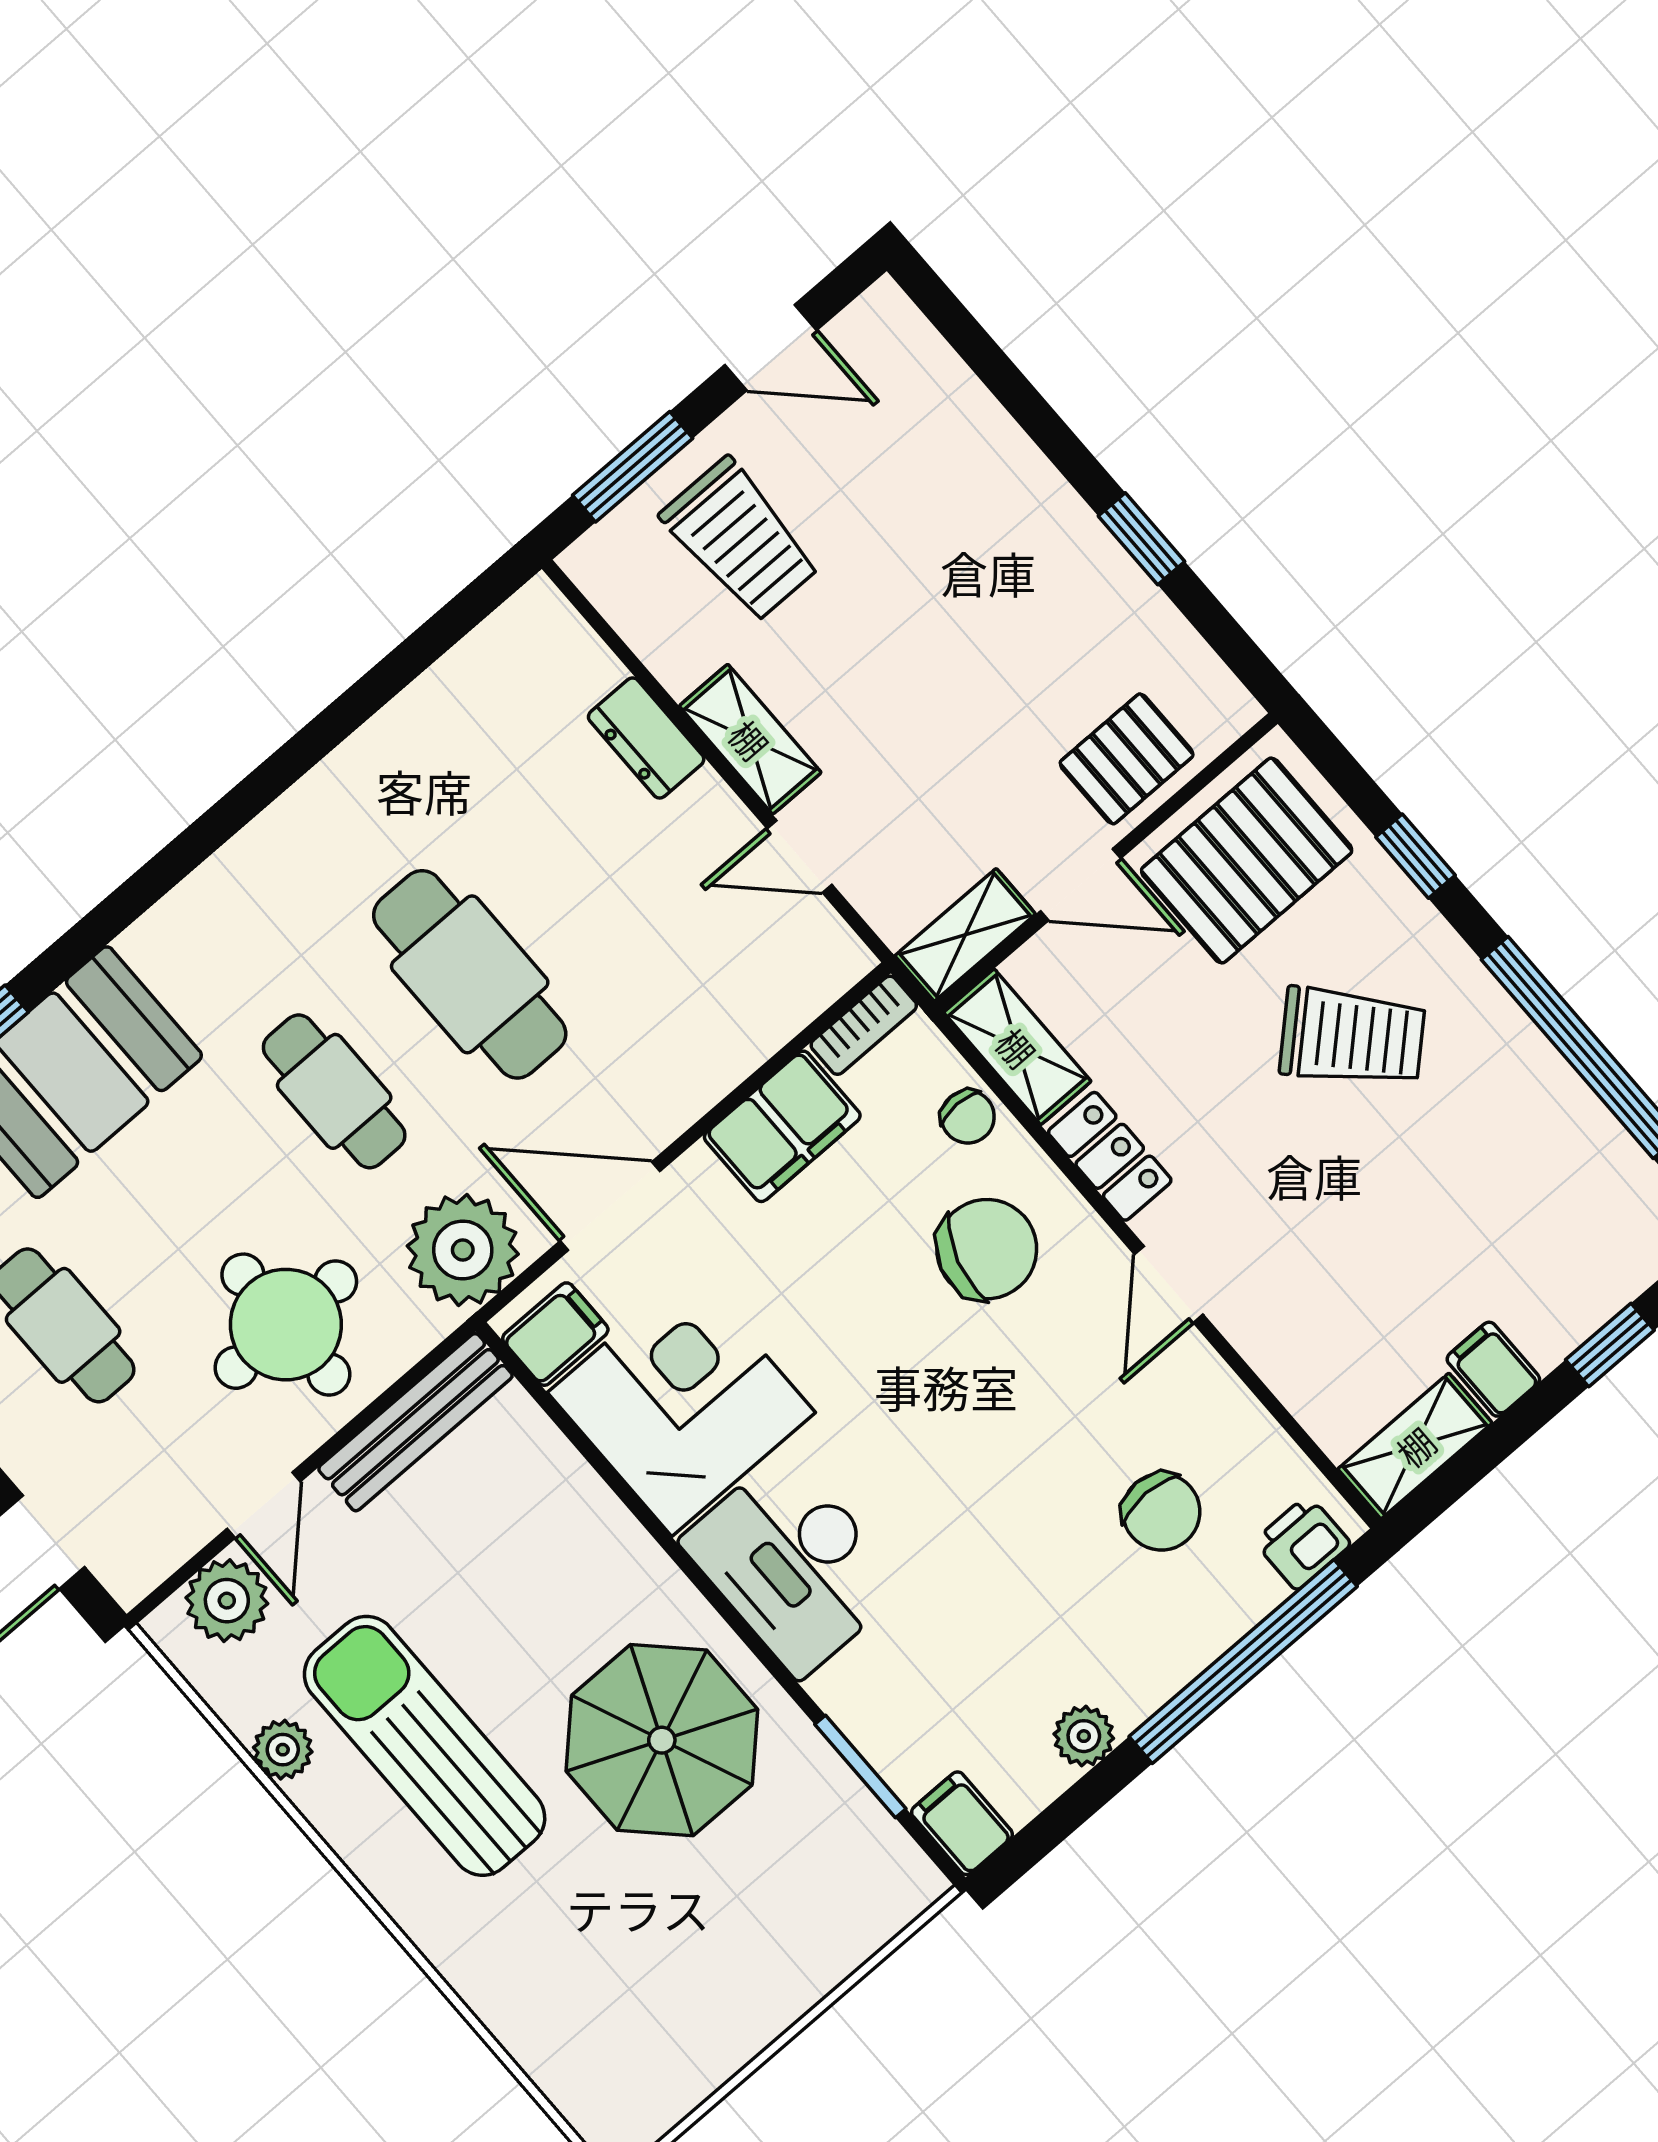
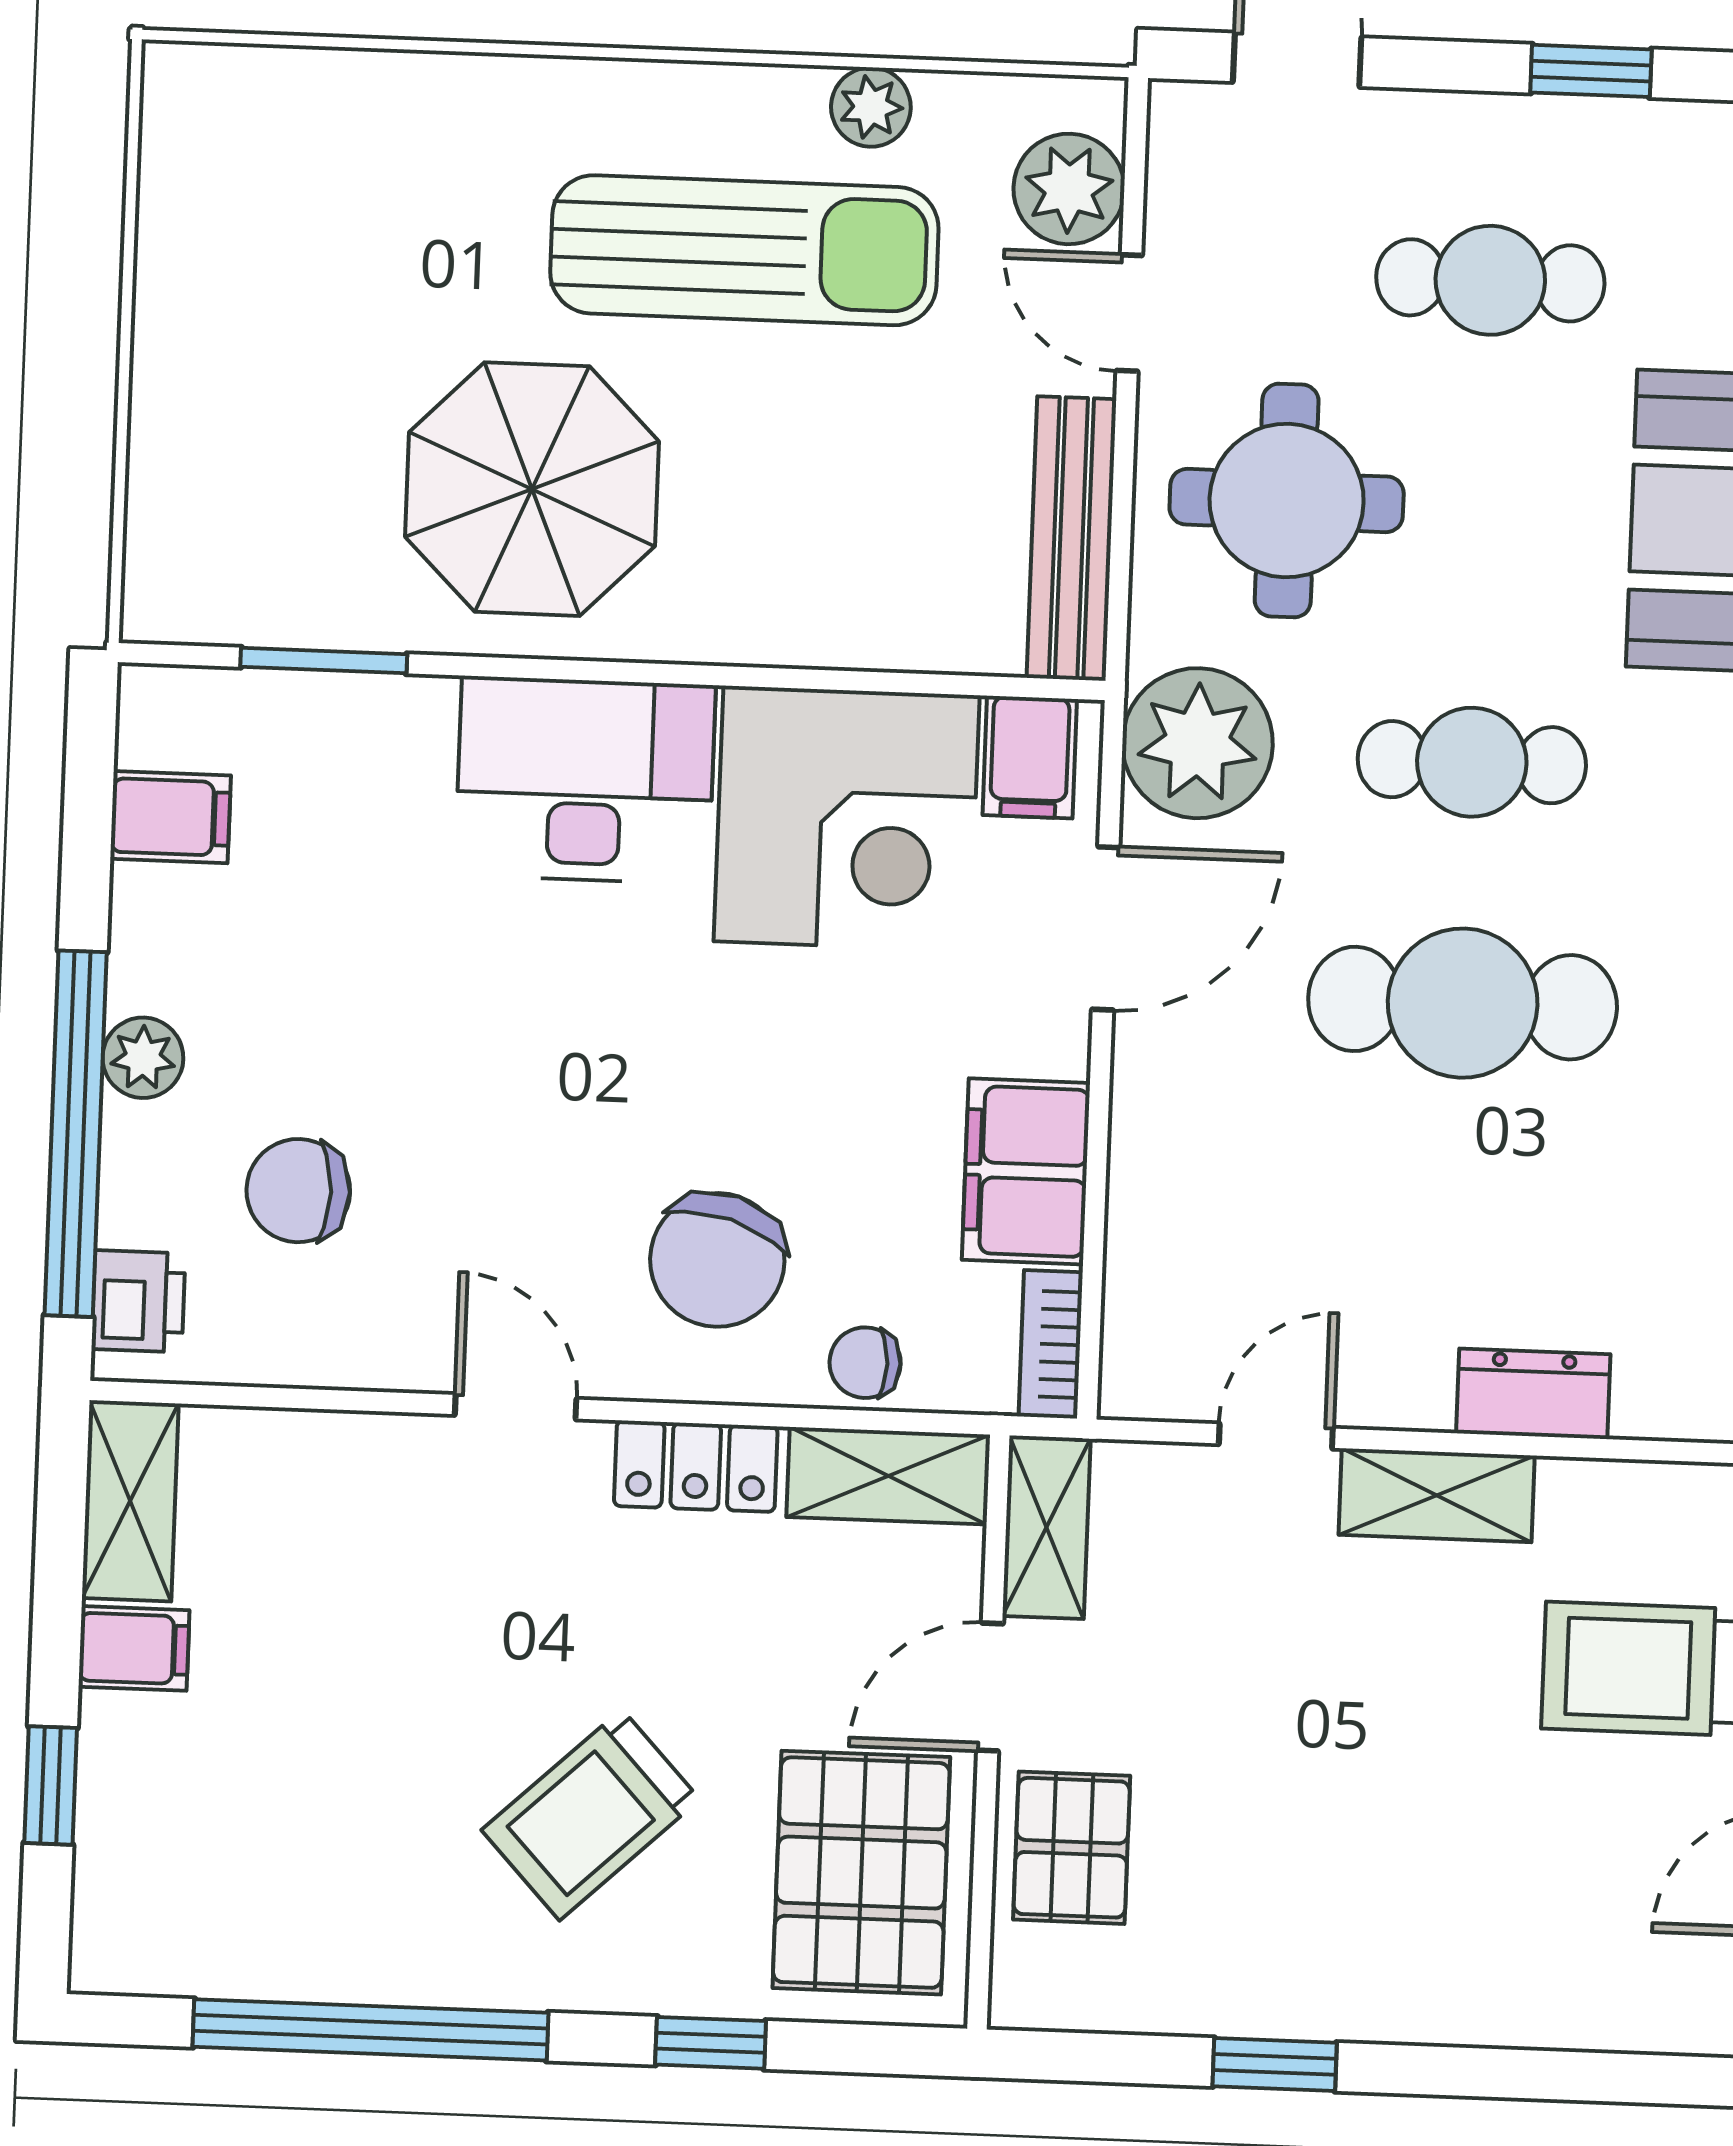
plant: (1084, 1736) -> (143, 1058), moved
filing cabinet: (962, 1823) -> (171, 817), moved

